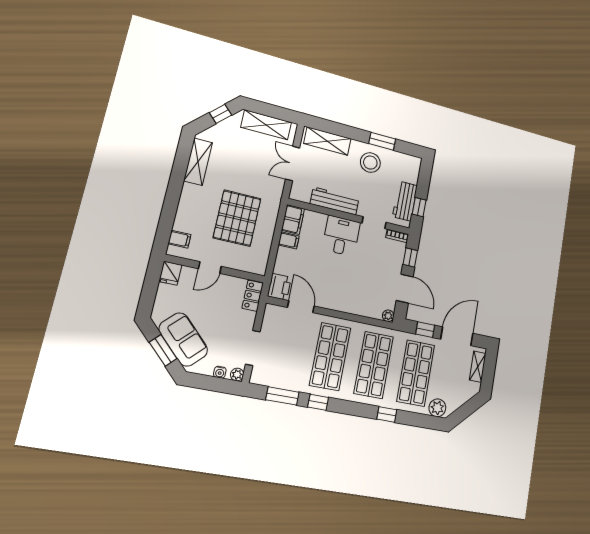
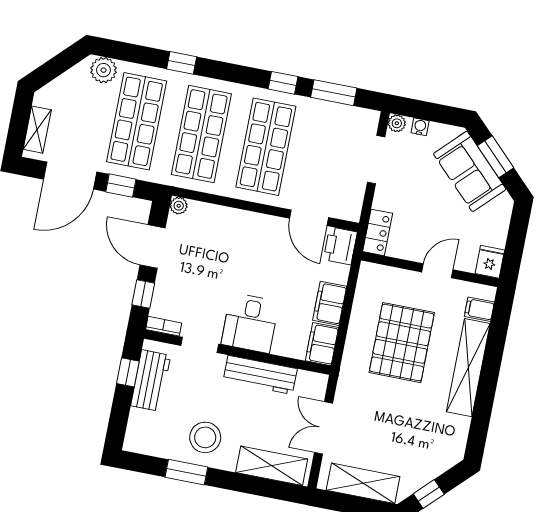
shelving: (198, 162) -> (468, 368), moved, width x1.47
double door: (293, 163) -> (324, 428), swing flipped
filing cabinet: (289, 240) -> (330, 303), width x2.00

